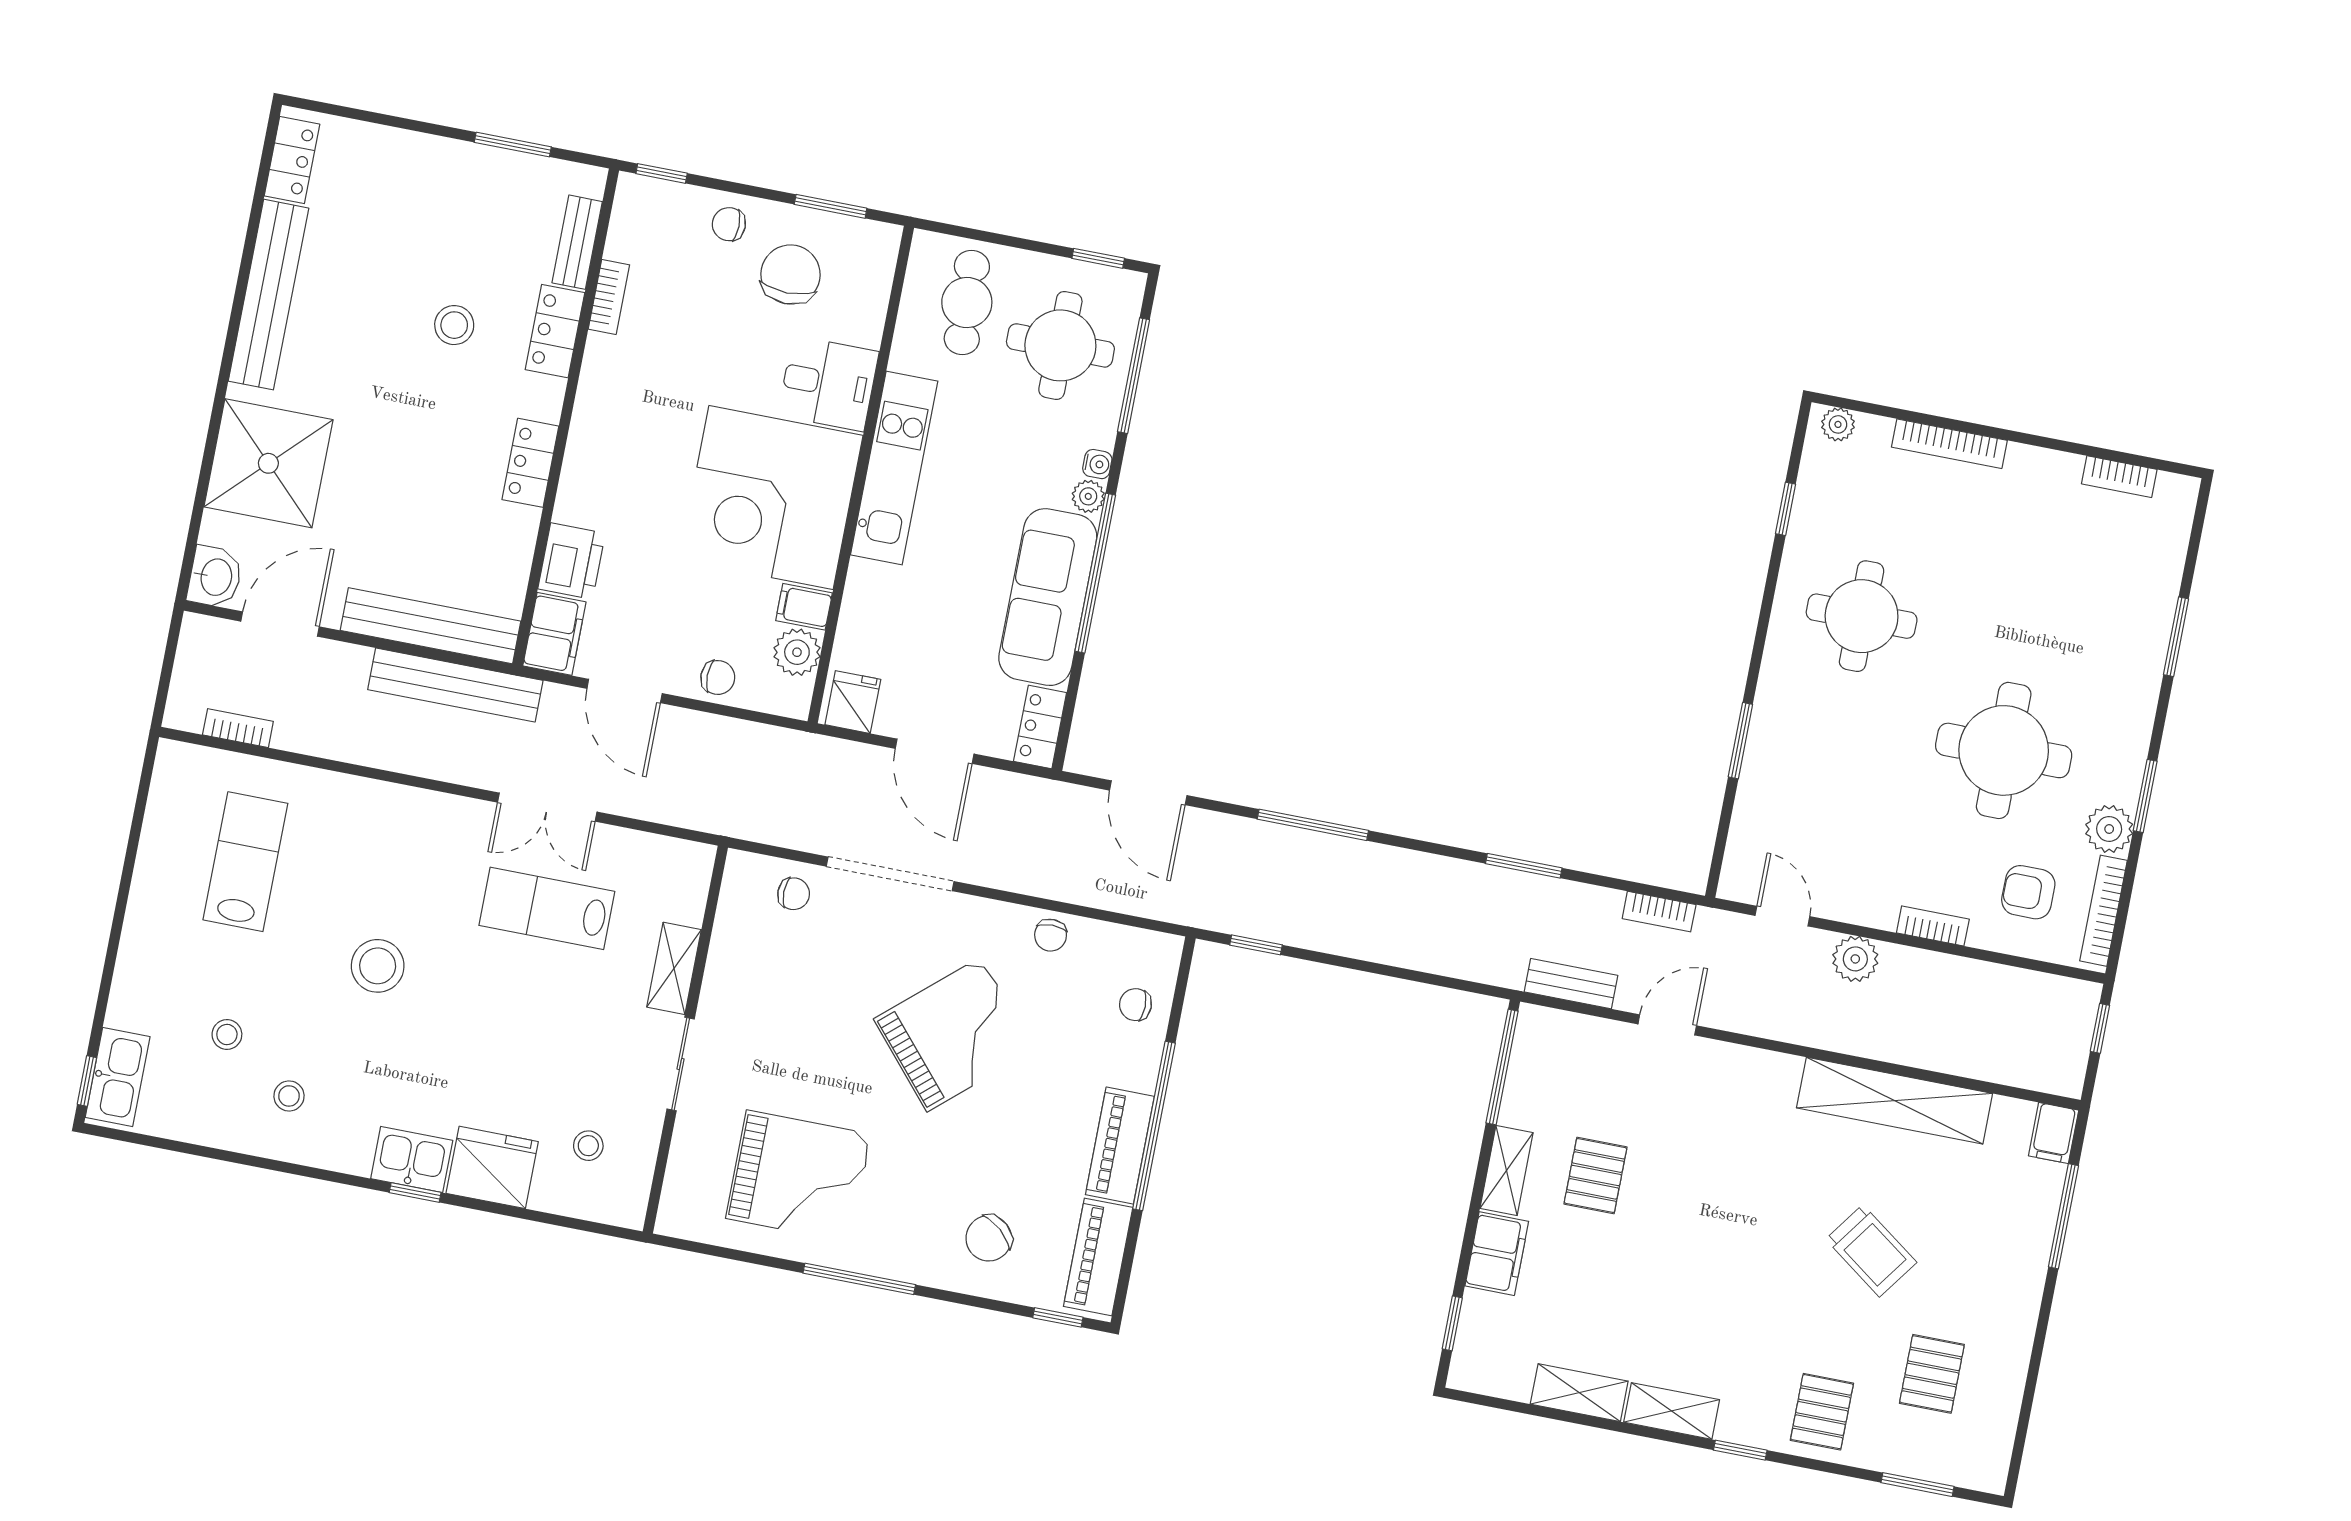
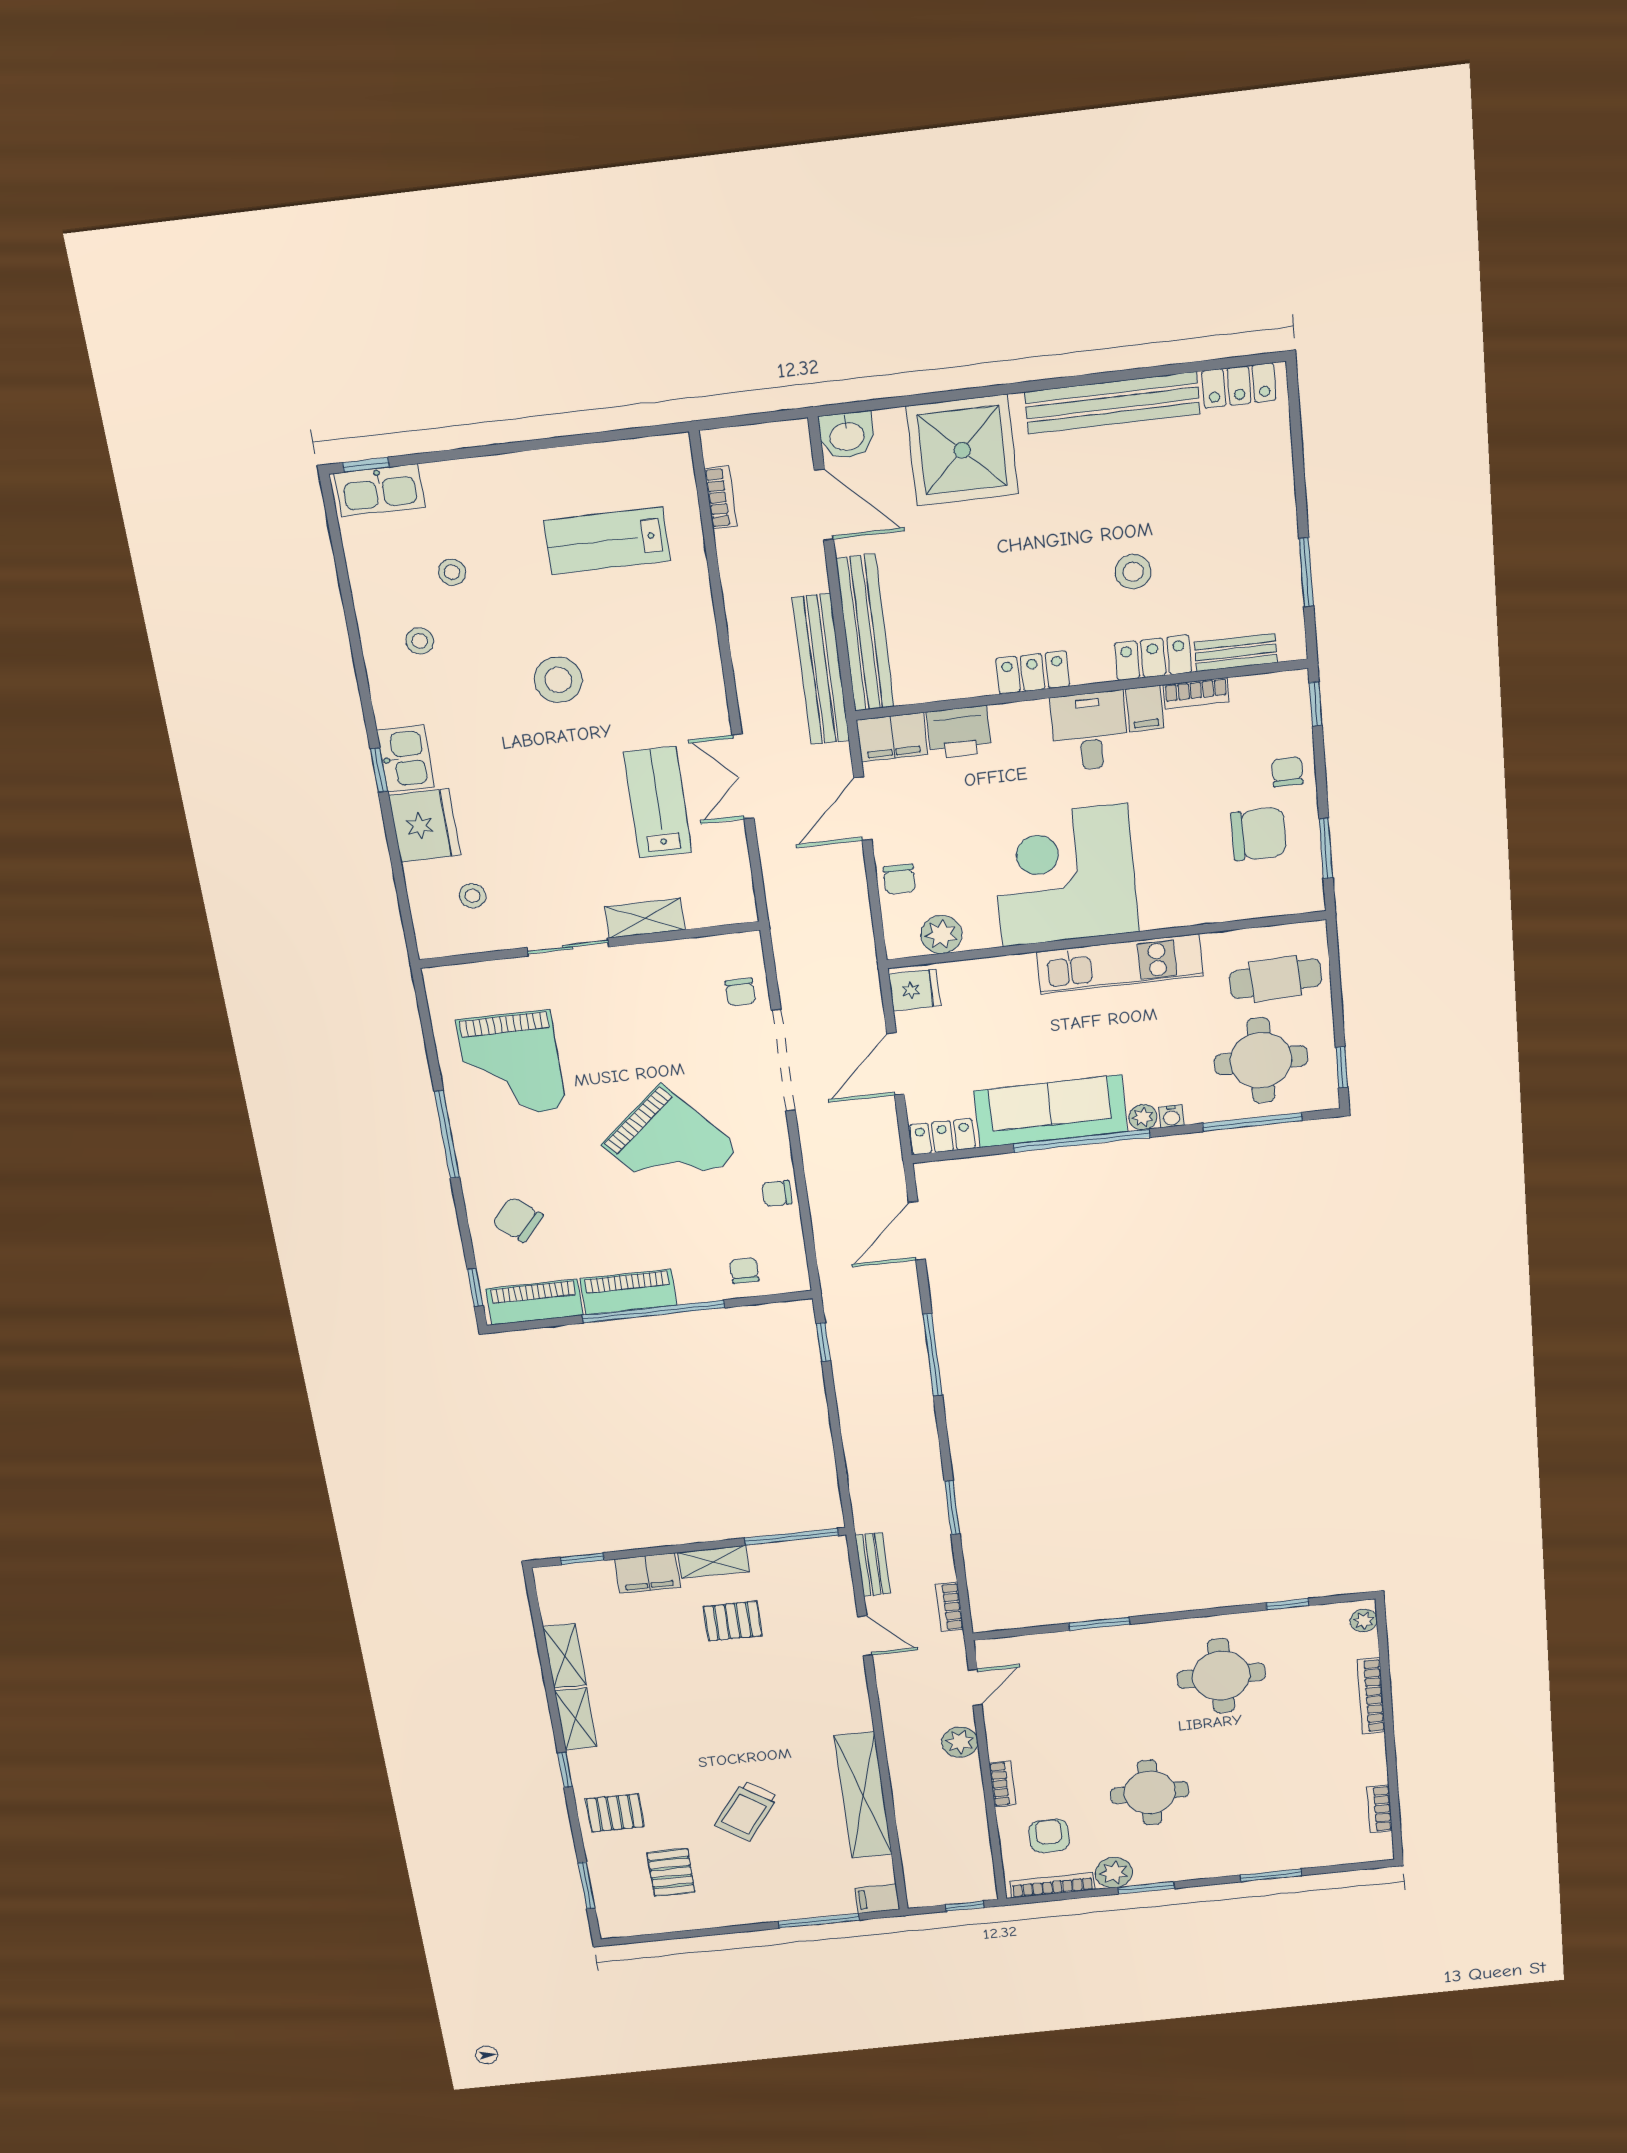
desk: (828, 383) -> (1090, 731), moved, turned 180
filing cabinet: (804, 607) -> (1145, 709), moved, turned 180
round table: (2004, 750) -> (1150, 1792), width x0.73, depth x0.73
lab bench: (245, 862) -> (607, 541), turned 180
pallet: (1932, 1374) -> (671, 1873), turned 90

